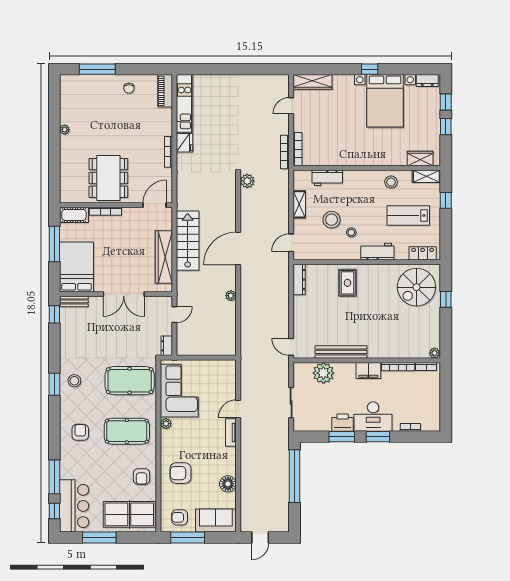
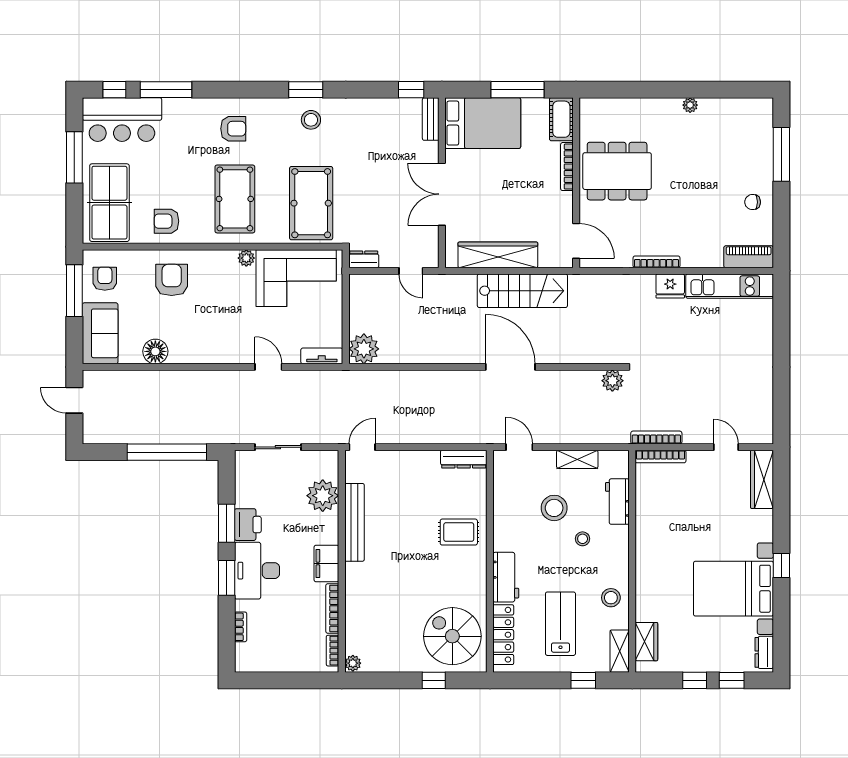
stool: (351, 232) -> (583, 539), moved
locker: (423, 253) -> (503, 635), width x1.53
plant: (231, 296) -> (364, 349), moved, width x1.88, depth x1.88
tv unit: (231, 432) -> (322, 356), moved

